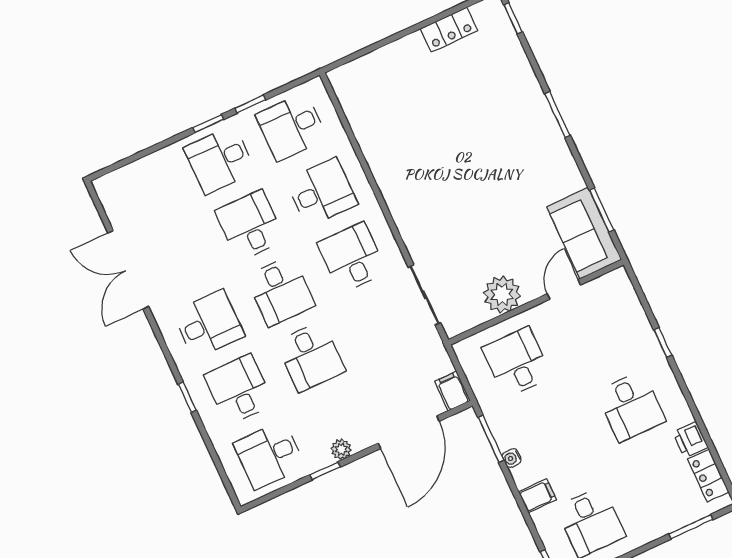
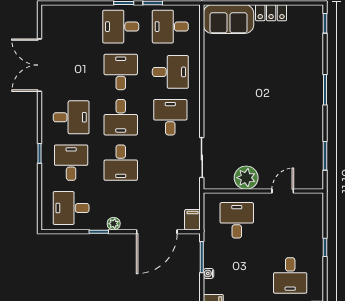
locker: (449, 30) -> (271, 13), moved
sofa: (584, 233) -> (228, 19), moved, turned -90

